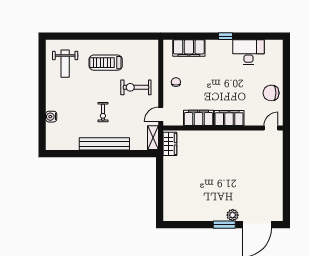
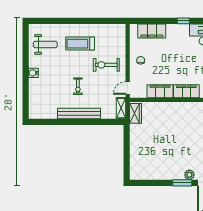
weight bench: (65, 64) -> (45, 44), turned -90
water cooler: (51, 117) -> (33, 73), moved

